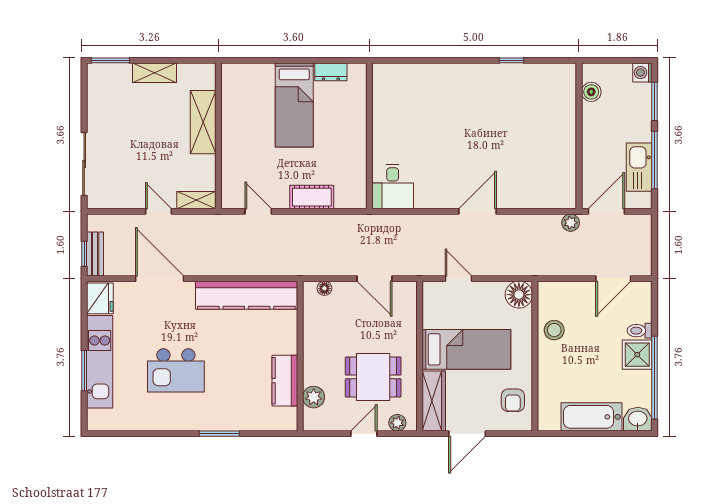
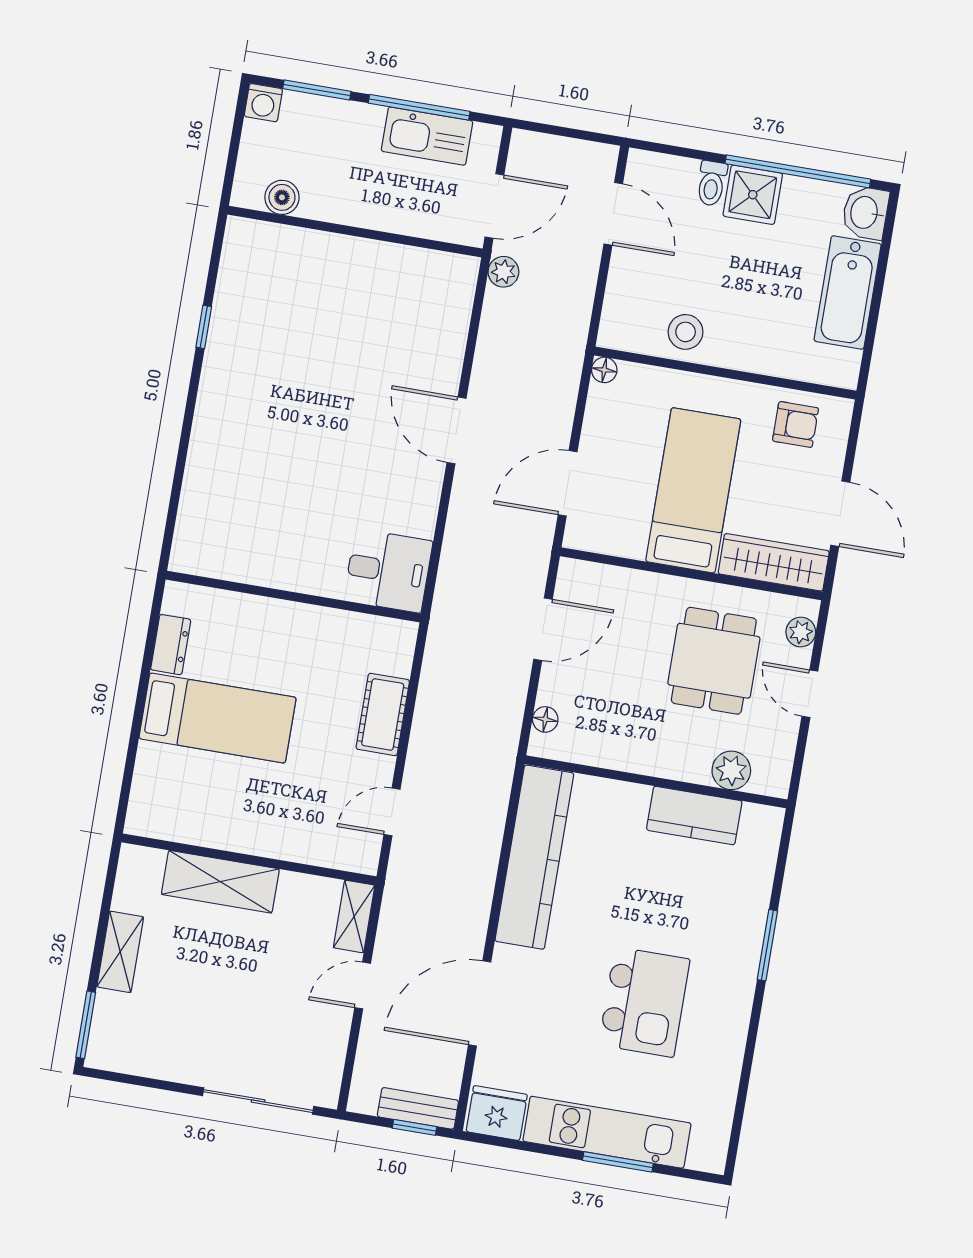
door: (606, 211) -> (494, 206), swing flipped
door: (458, 279) -> (568, 483), width x1.38
floor lamp: (519, 295) -> (604, 370), width x0.53, depth x0.53

